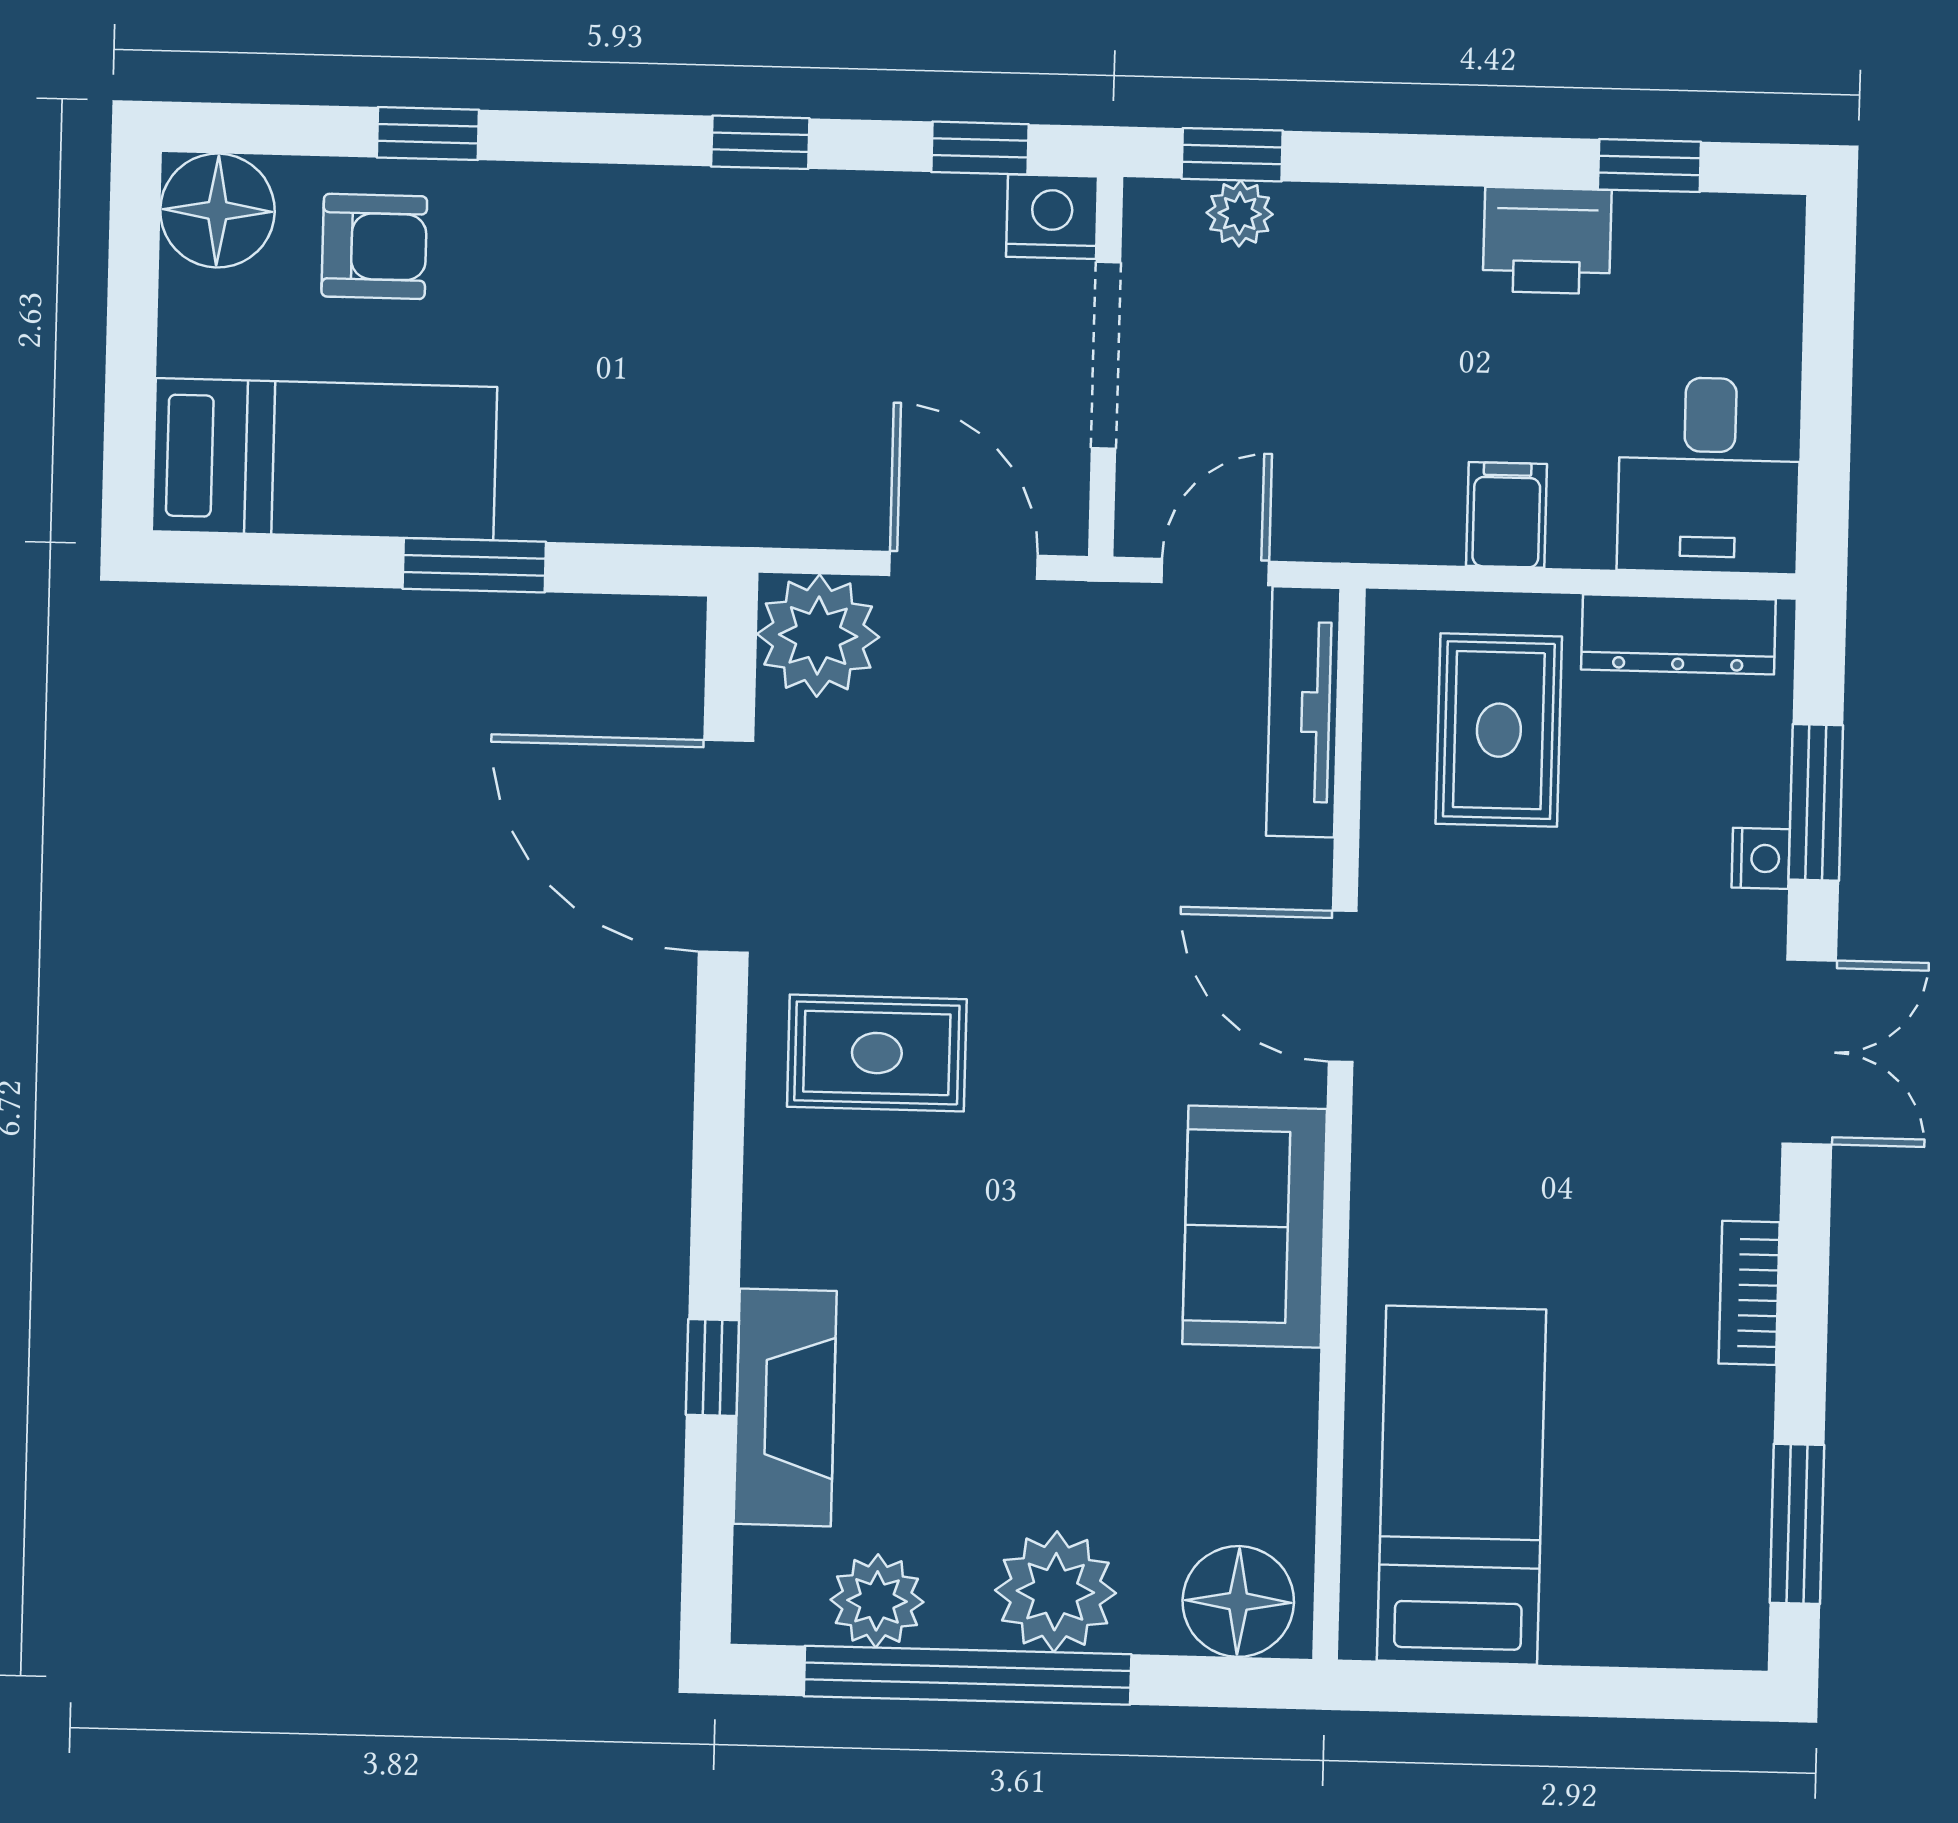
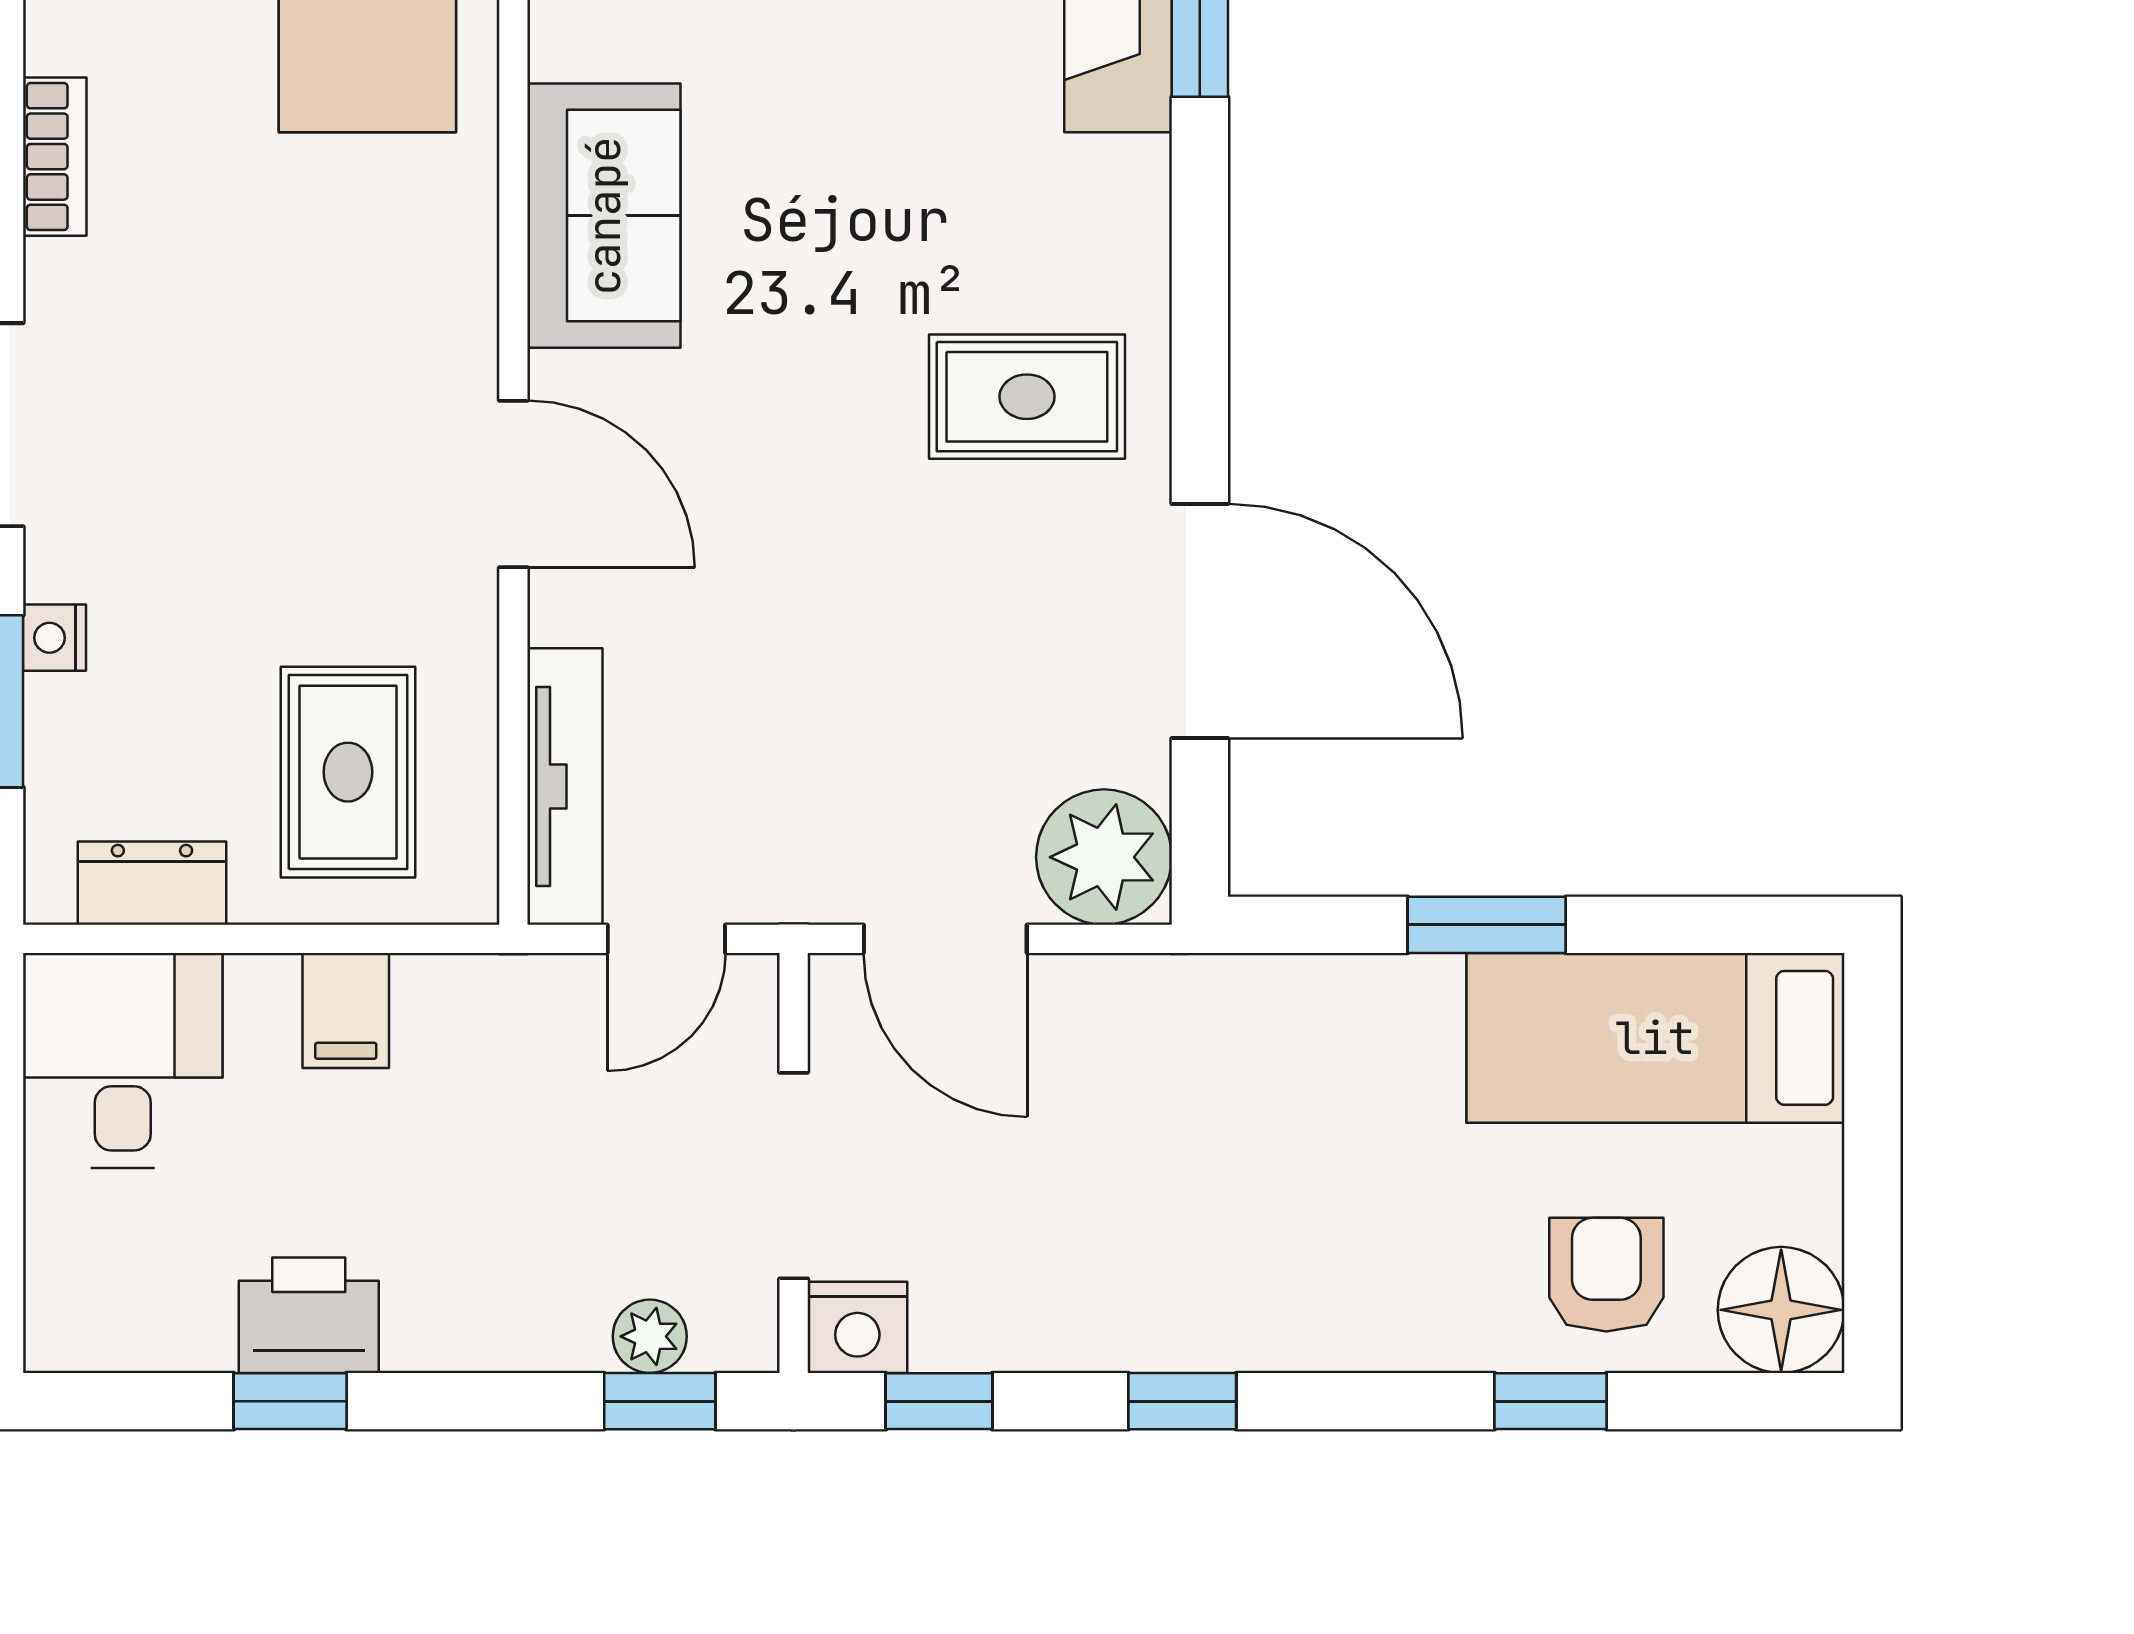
window: (1649, 166) -> (290, 1401), moved
armchair: (374, 246) -> (1606, 1275), turned 90
dresser: (1678, 634) -> (152, 883), width x0.70

